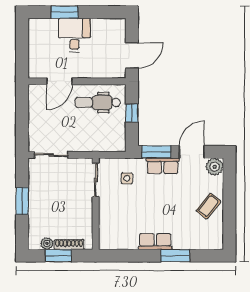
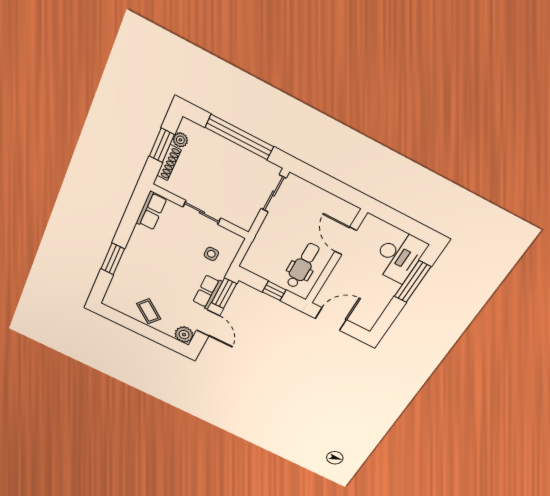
window: (65, 12) -> (413, 282), width x1.44
desk: (74, 35) -> (399, 256), moved, width x1.37
door: (132, 55) -> (331, 319), swing flipped
sliding door: (96, 180) -> (202, 213), moved
window: (22, 201) -> (239, 137), width x2.11
row of seats: (155, 242) -> (151, 211), moved

